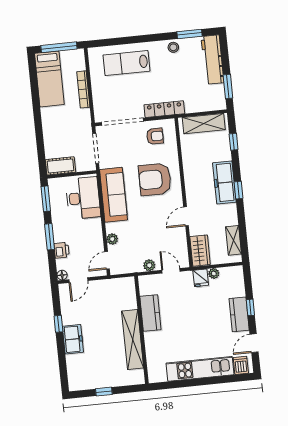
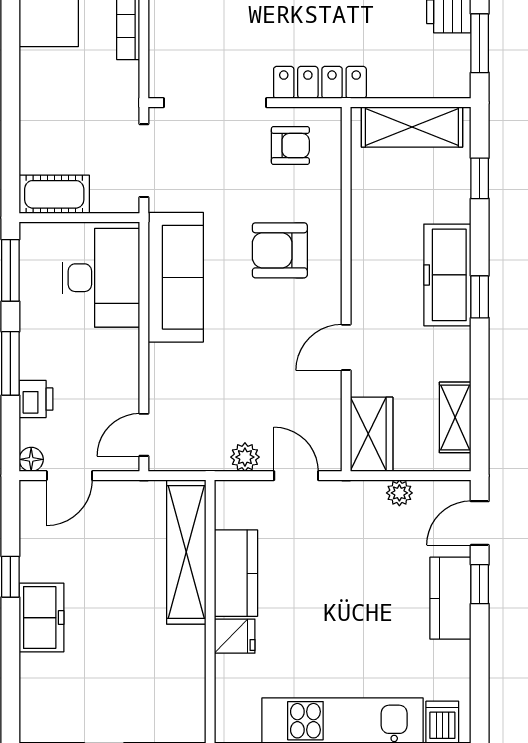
armchair: (155, 179) -> (280, 250), width x0.73, depth x0.73
plant: (112, 239) -> (162, 384), removed
fridge: (201, 278) -> (235, 636), moved, turned -90
shelving: (133, 339) -> (186, 552), moved
door: (254, 343) -> (480, 523), moved

